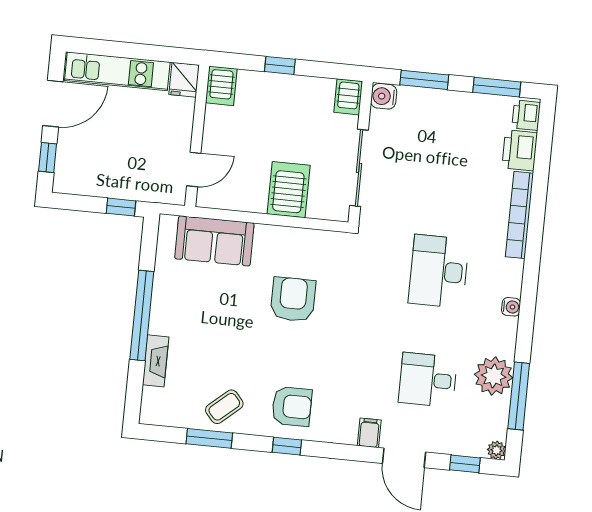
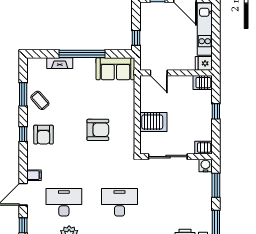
sofa: (214, 241) -> (115, 69), moved, turned -90
desk: (428, 380) -> (64, 202), width x1.37

